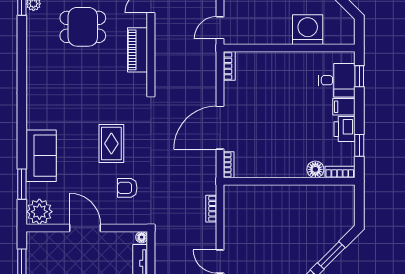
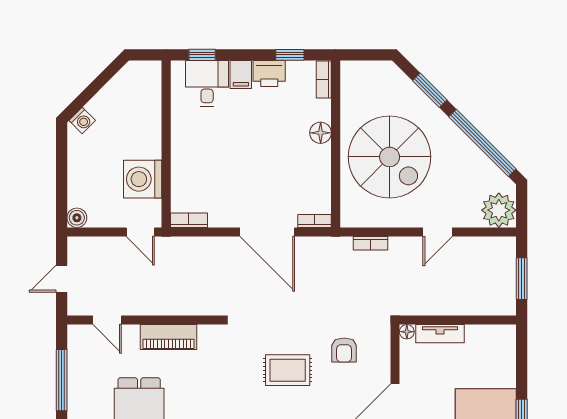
washing machine: (308, 30) -> (143, 179), moved
floor lamp: (315, 169) -> (321, 133), moved
spiral stairs: (279, 224) -> (390, 157), added

